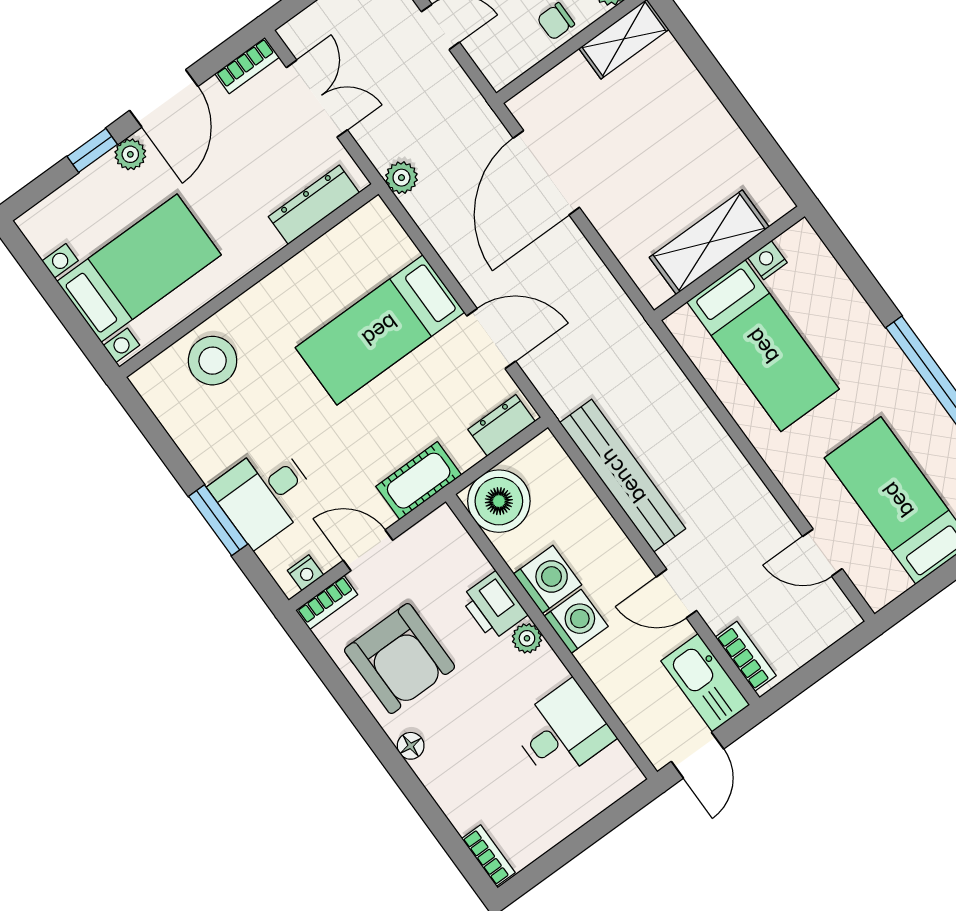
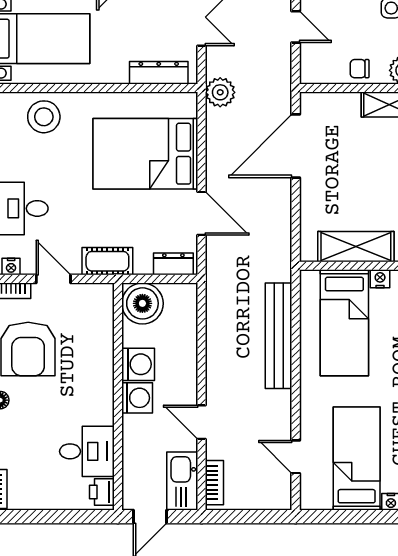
plant: (401, 178) -> (220, 92), width x1.38, depth x1.38
bed: (380, 330) -> (145, 154), width x1.50
bench: (623, 476) -> (279, 336), moved
printer: (494, 606) -> (102, 492), moved, width x0.73, depth x0.81
plant: (527, 638) -> (104, 388), removed

